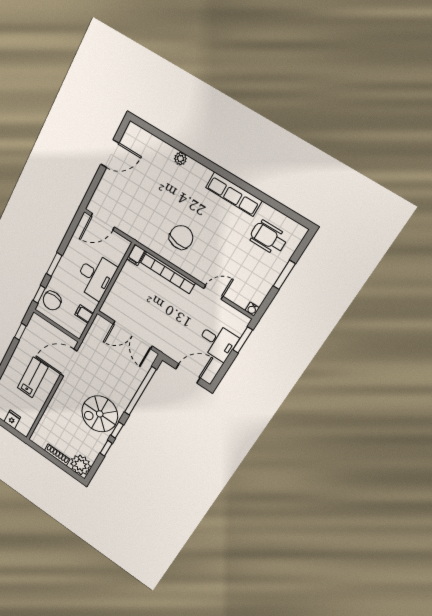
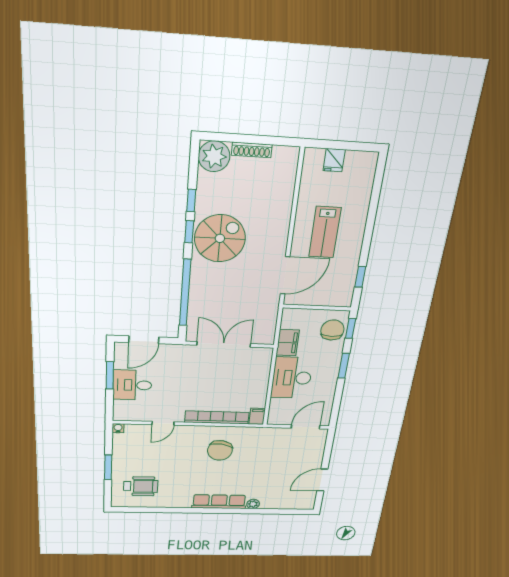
row of seats: (234, 194) -> (219, 502), moved
filing cabinet: (84, 314) -> (288, 343), width x2.00
window: (243, 340) -> (110, 375), moved

